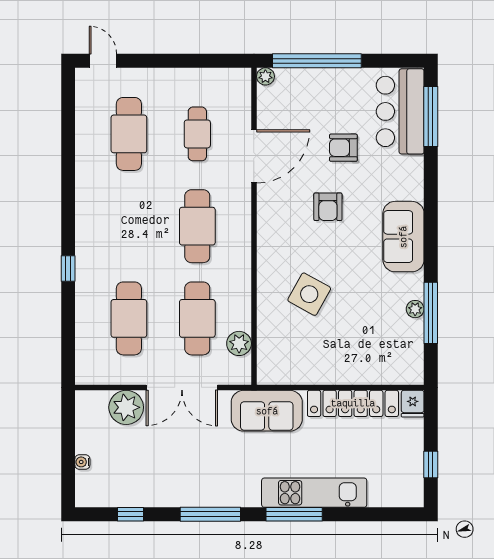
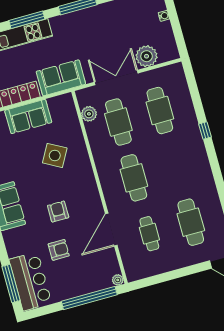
sofa: (333, 365) -> (28, 116), added

